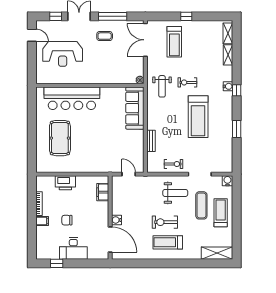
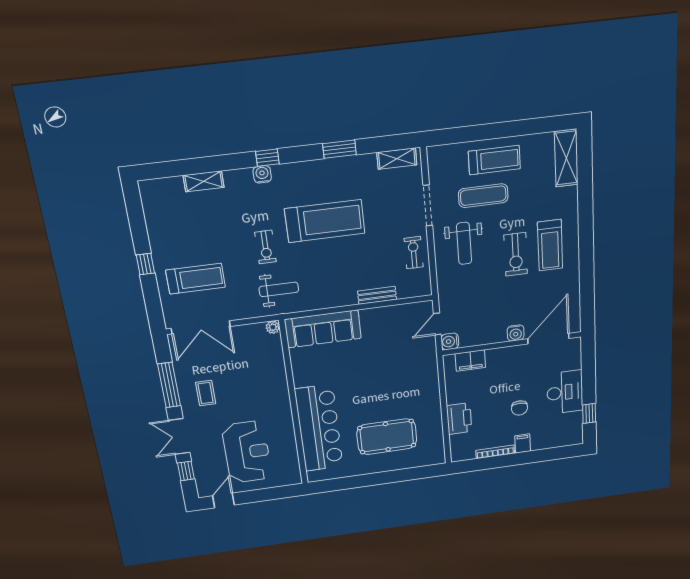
shelving: (228, 33) -> (397, 159), moved
water cooler: (227, 181) -> (450, 341), moved
weight bench: (175, 193) -> (464, 243), turned 180
treadmill: (221, 213) -> (494, 160), turned 180

